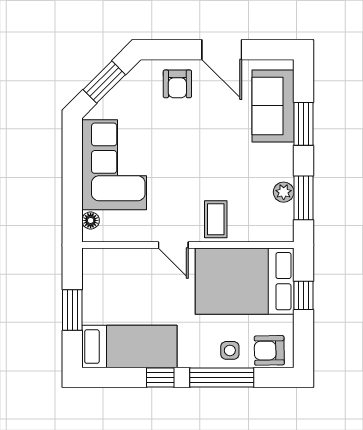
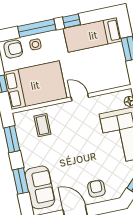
plant: (284, 192) -> (24, 140), removed
coffee table: (216, 219) -> (42, 125), moved

